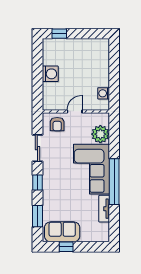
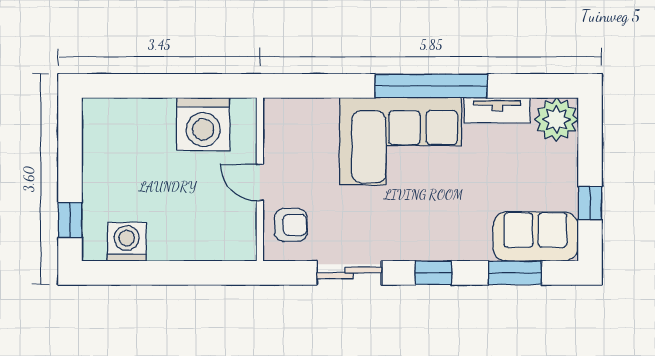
washing machine: (50, 74) -> (127, 242), moved
washing machine: (104, 93) -> (203, 124), width x1.89, depth x1.89
plant: (100, 134) -> (556, 120), moved
sofa: (62, 232) -> (536, 236), moved, turned 90

